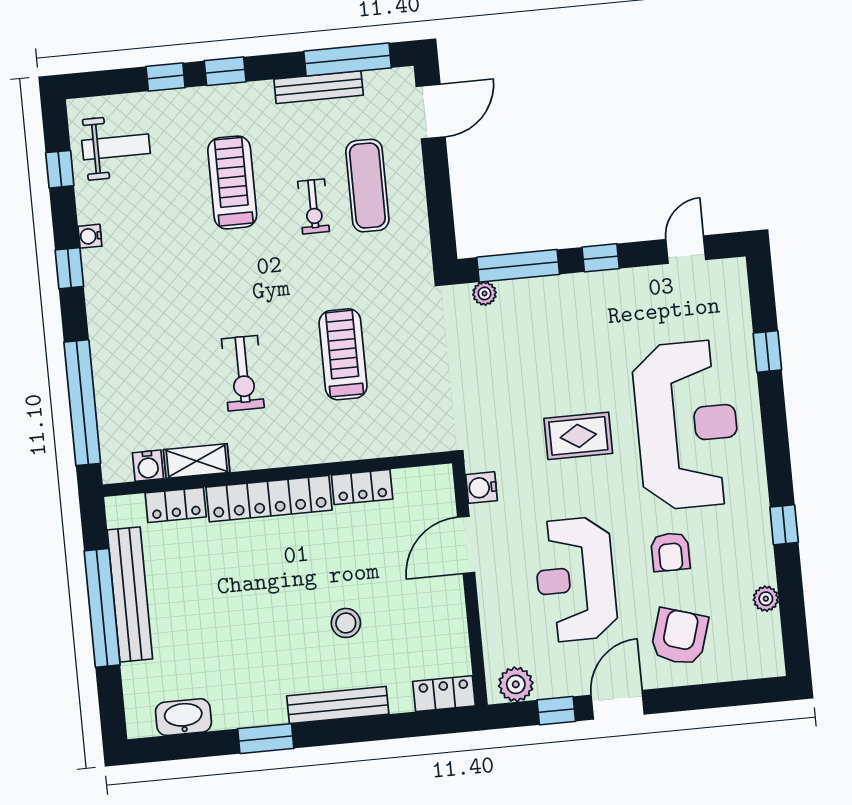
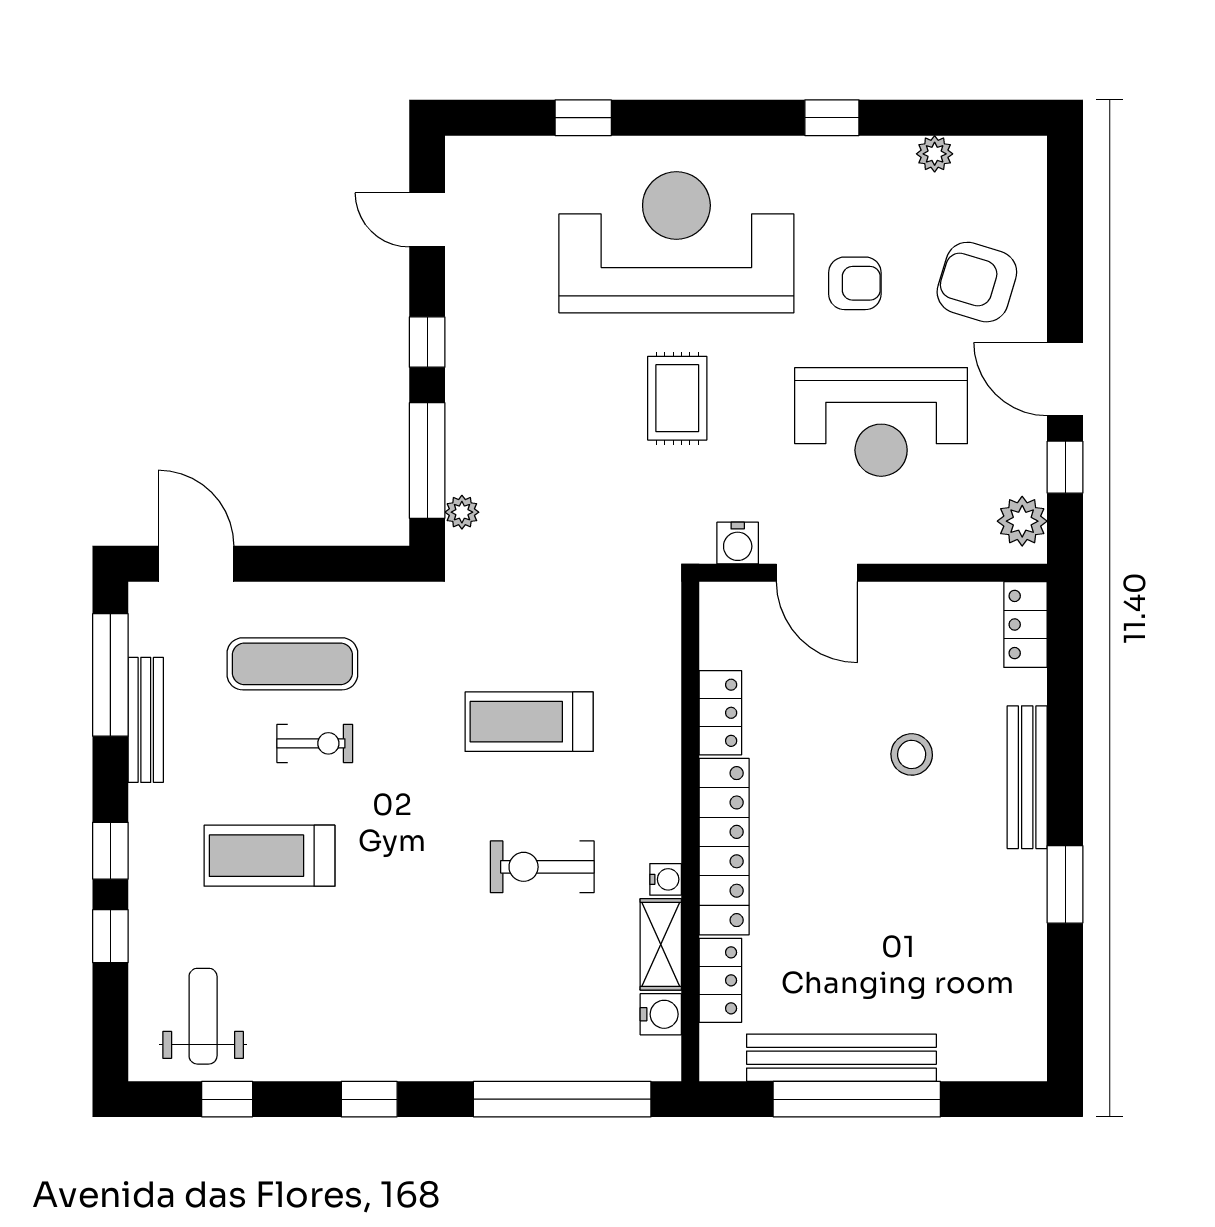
water cooler: (90, 236) -> (666, 879), moved, turned -90
exercise bike: (243, 373) -> (542, 867), turned 180
washbasin: (183, 717) -> (1023, 998), removed

